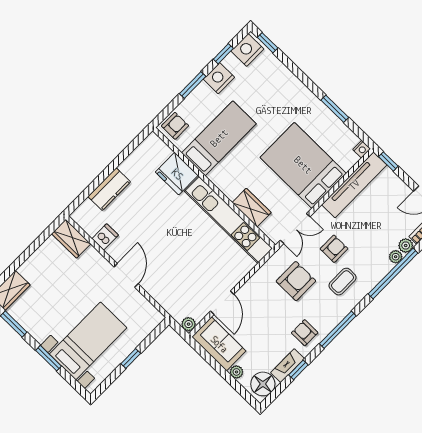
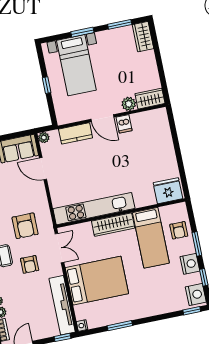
armchair: (175, 126) -> (179, 230), moved
fridge: (177, 174) -> (168, 191), moved
kitchen counter: (109, 189) -> (76, 133), moved, turned -90
wardrobe: (252, 208) -> (113, 225), moved, width x1.50
double door: (295, 229) -> (59, 248), swing flipped
dishwasher: (105, 237) -> (124, 124), moved
plant: (92, 258) -> (129, 104), added

